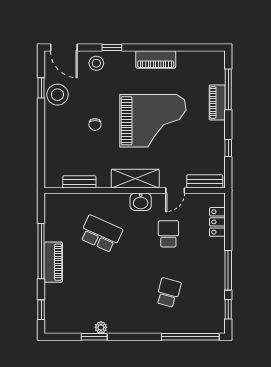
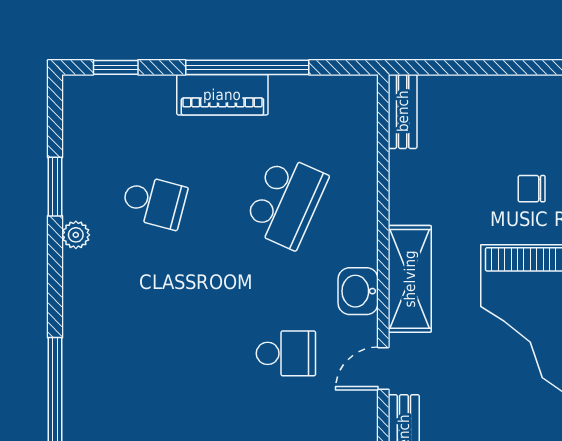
bench: (79, 182) -> (403, 111), moved
door: (175, 191) -> (383, 368), hinge flipped
school desk: (168, 293) -> (154, 202), moved
plant: (101, 327) -> (76, 235), moved

